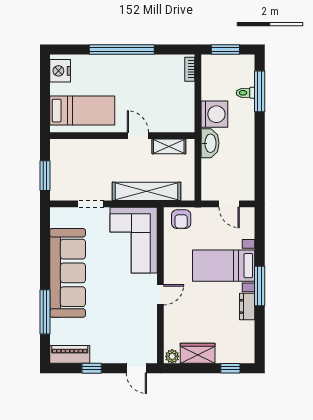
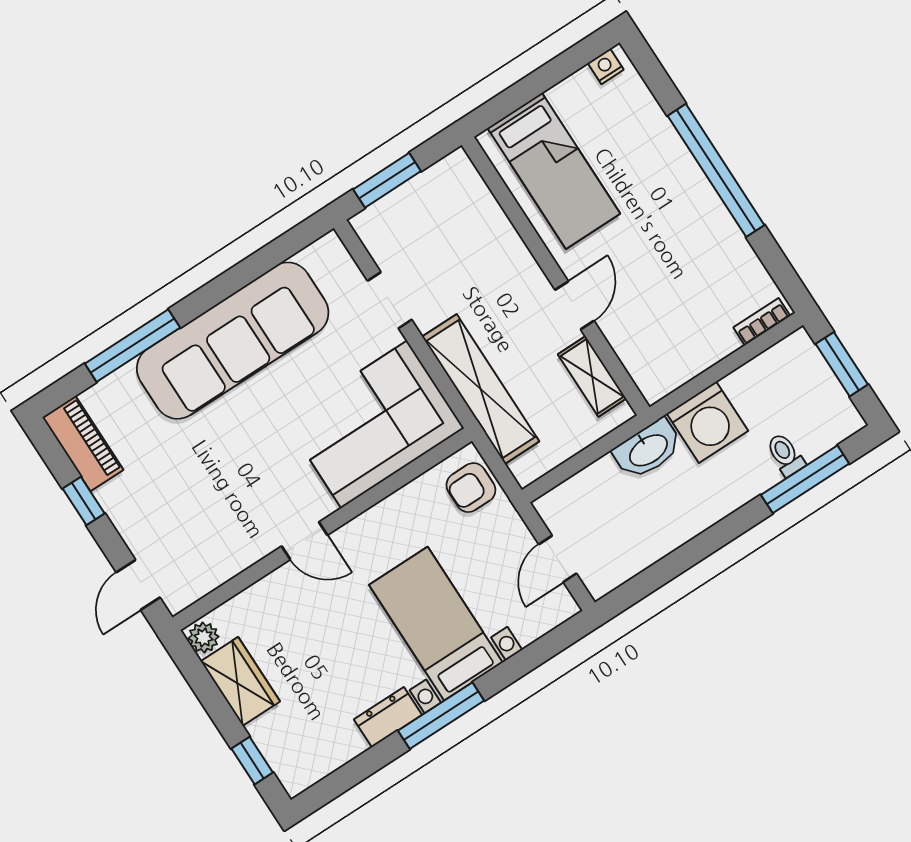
nightstand: (60, 71) -> (606, 66), width x0.53, depth x0.56

